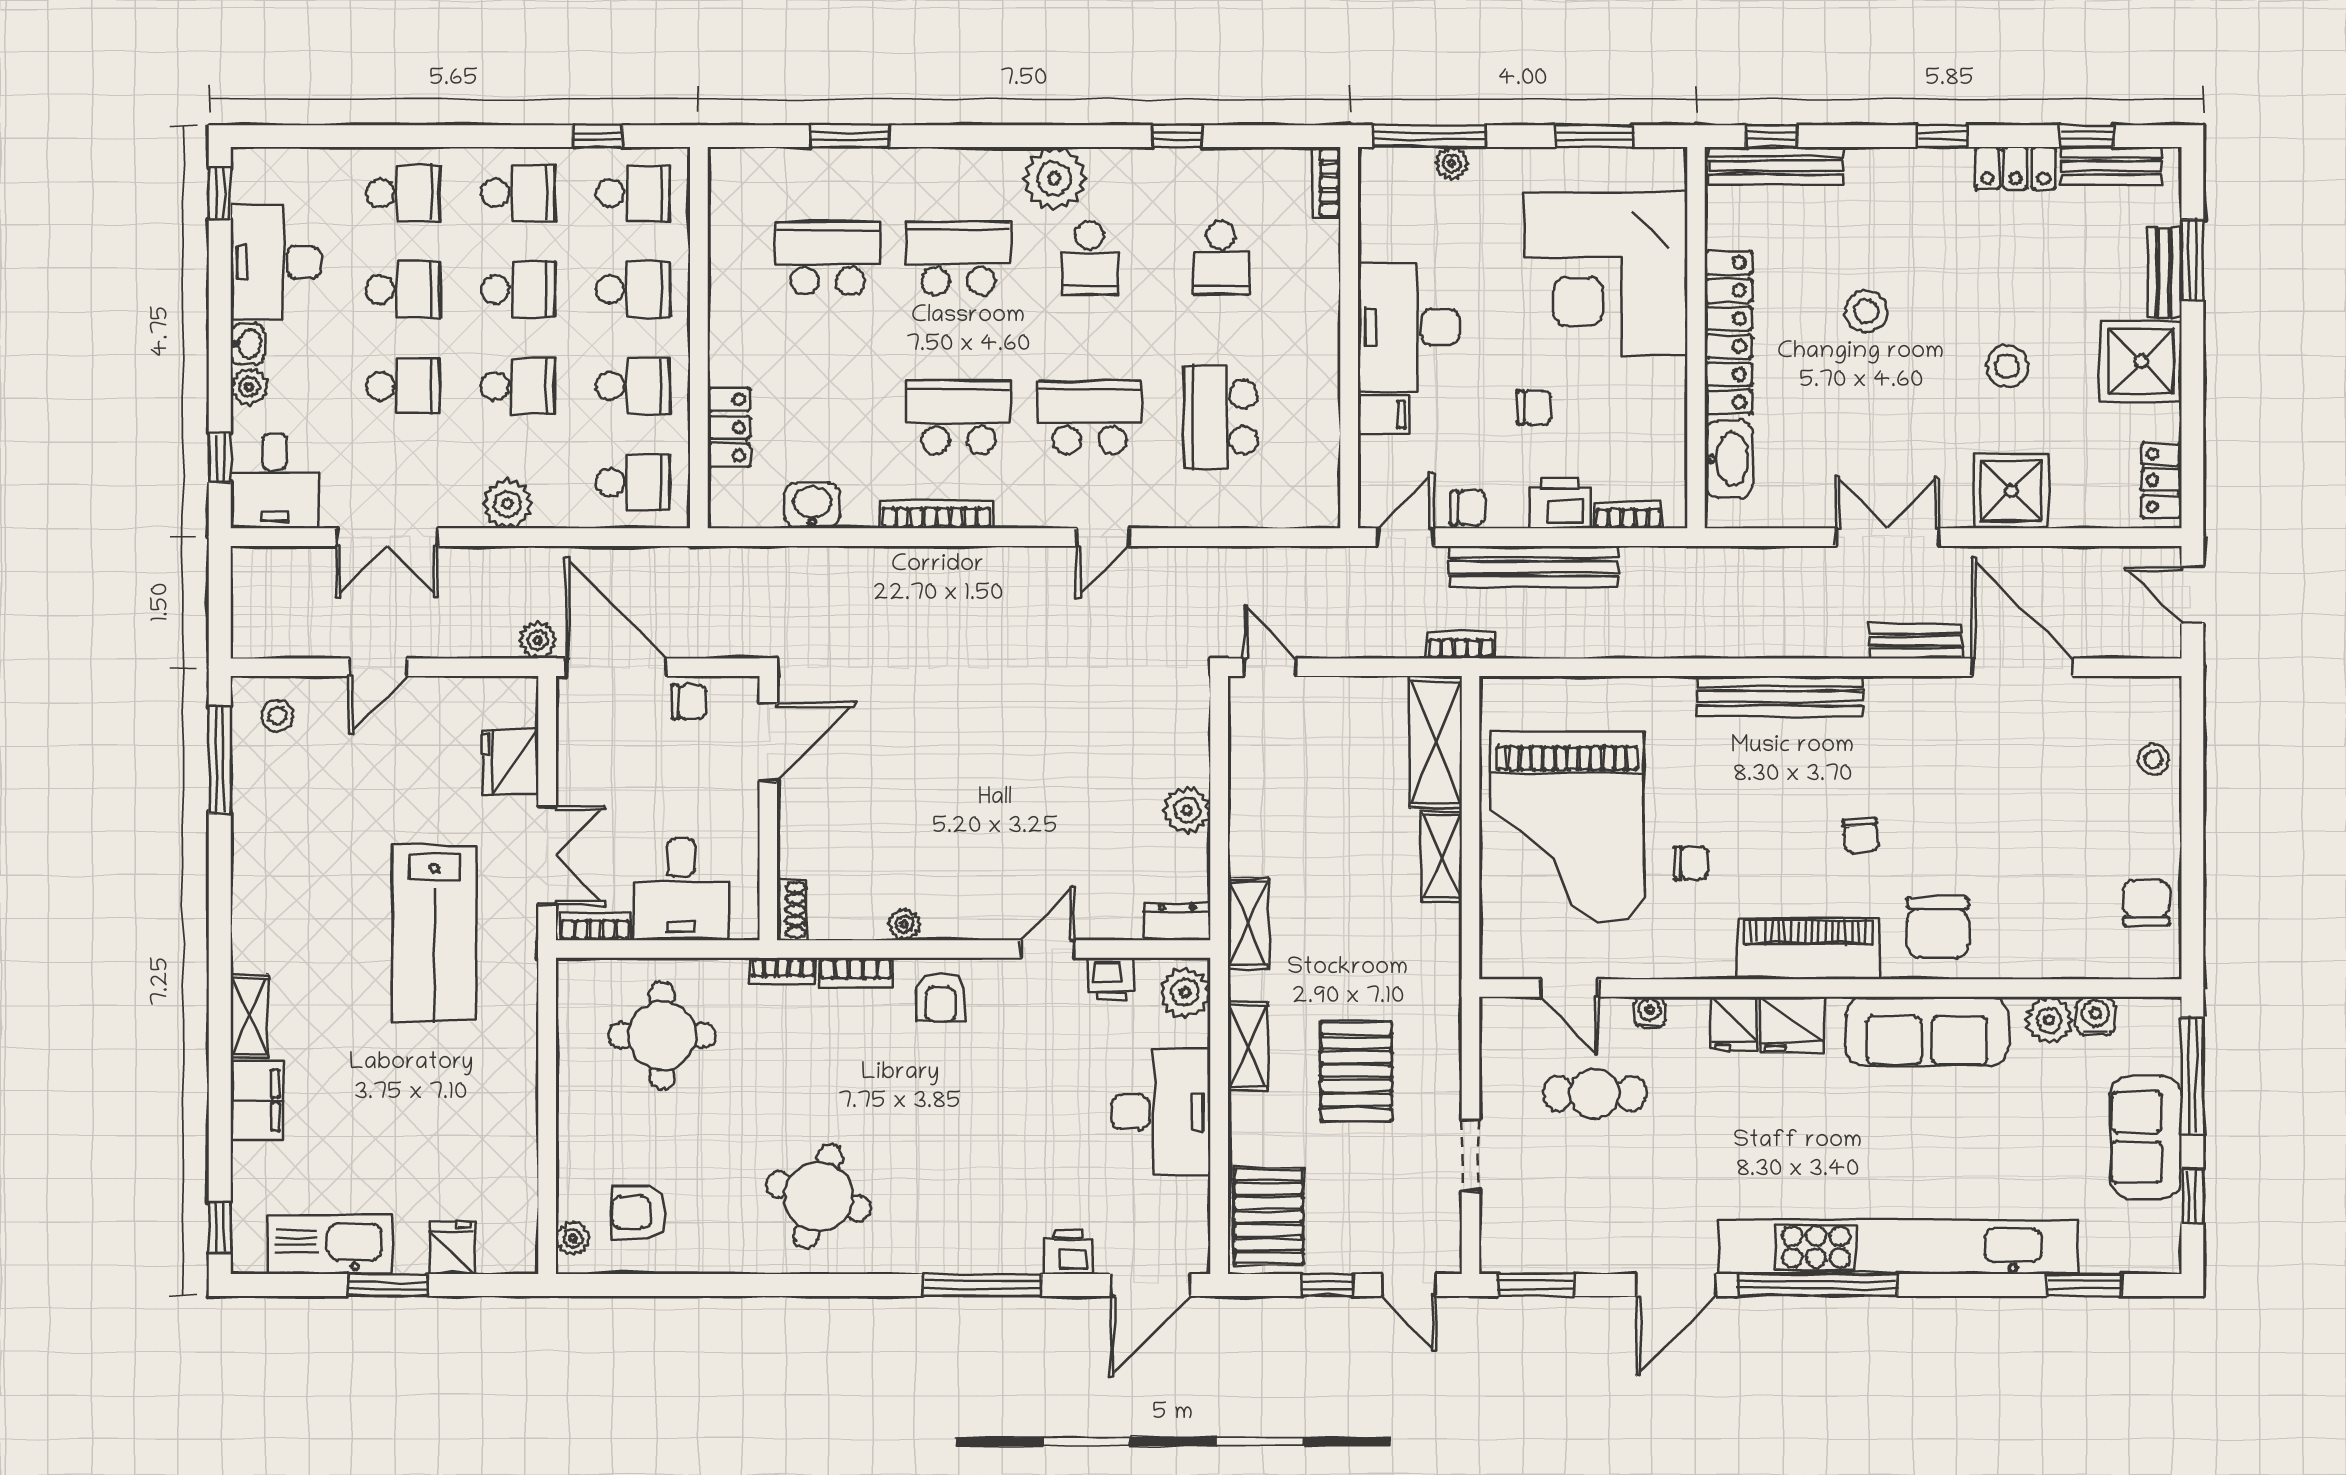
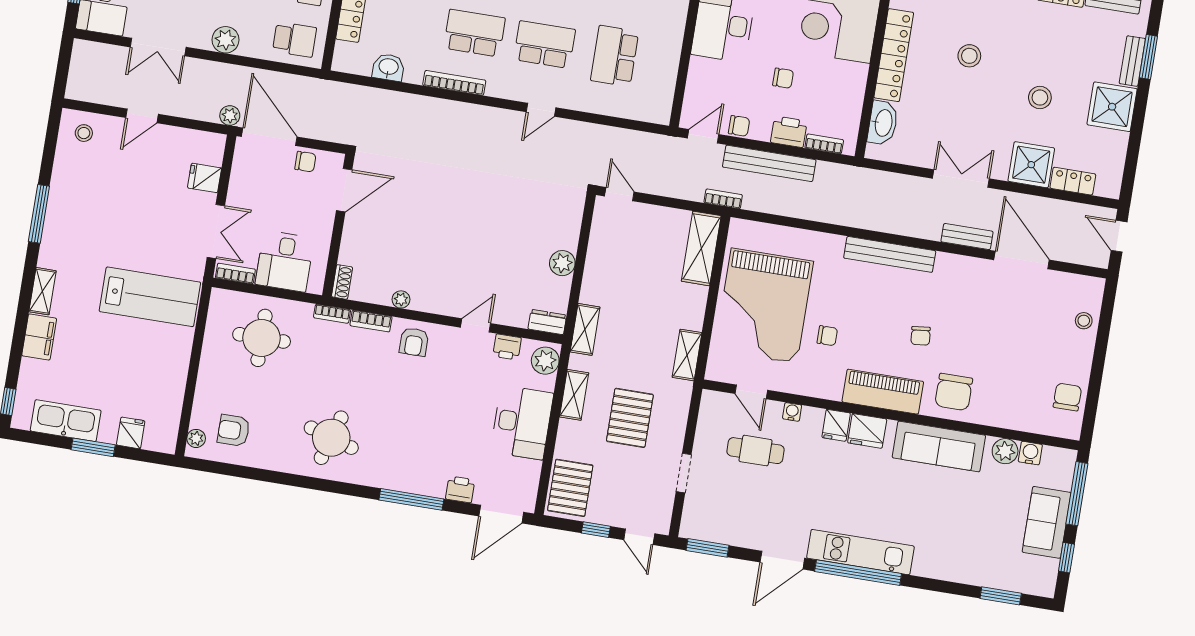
filing cabinet: (1383, 414) -> (702, 69), removed
locker: (2162, 480) -> (1073, 181), moved, turned 90
window: (220, 760) -> (39, 214), moved
fridge: (510, 762) -> (205, 178), width x0.72
shelving: (1442, 856) -> (687, 355), moved
lab bench: (434, 934) -> (150, 297), moved, turned -90
kitchen unit: (1898, 1247) -> (860, 552), width x0.54

